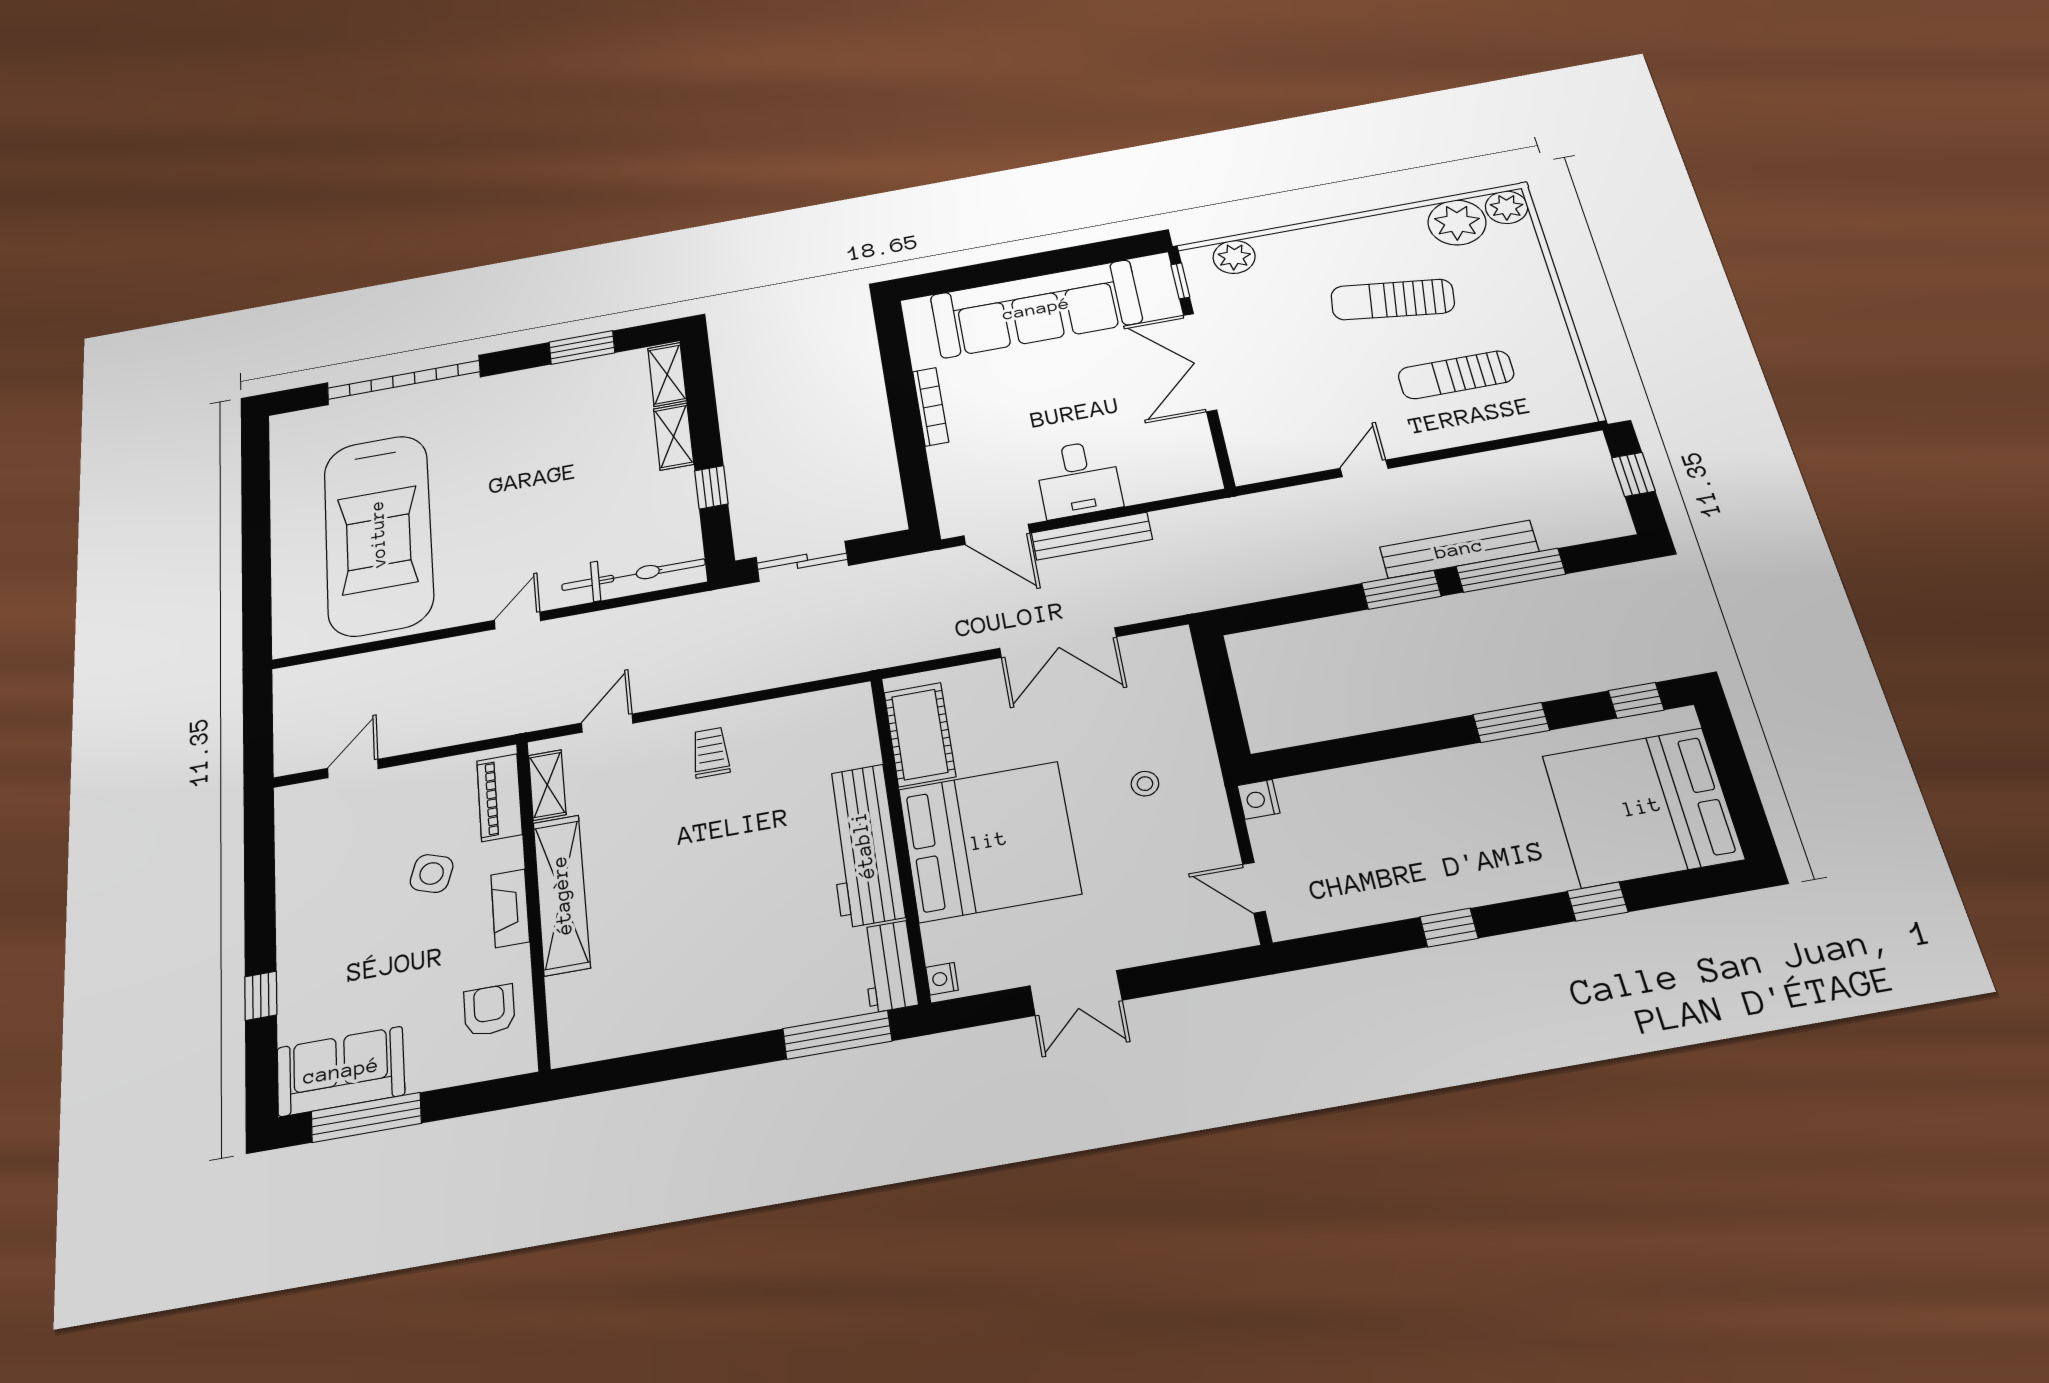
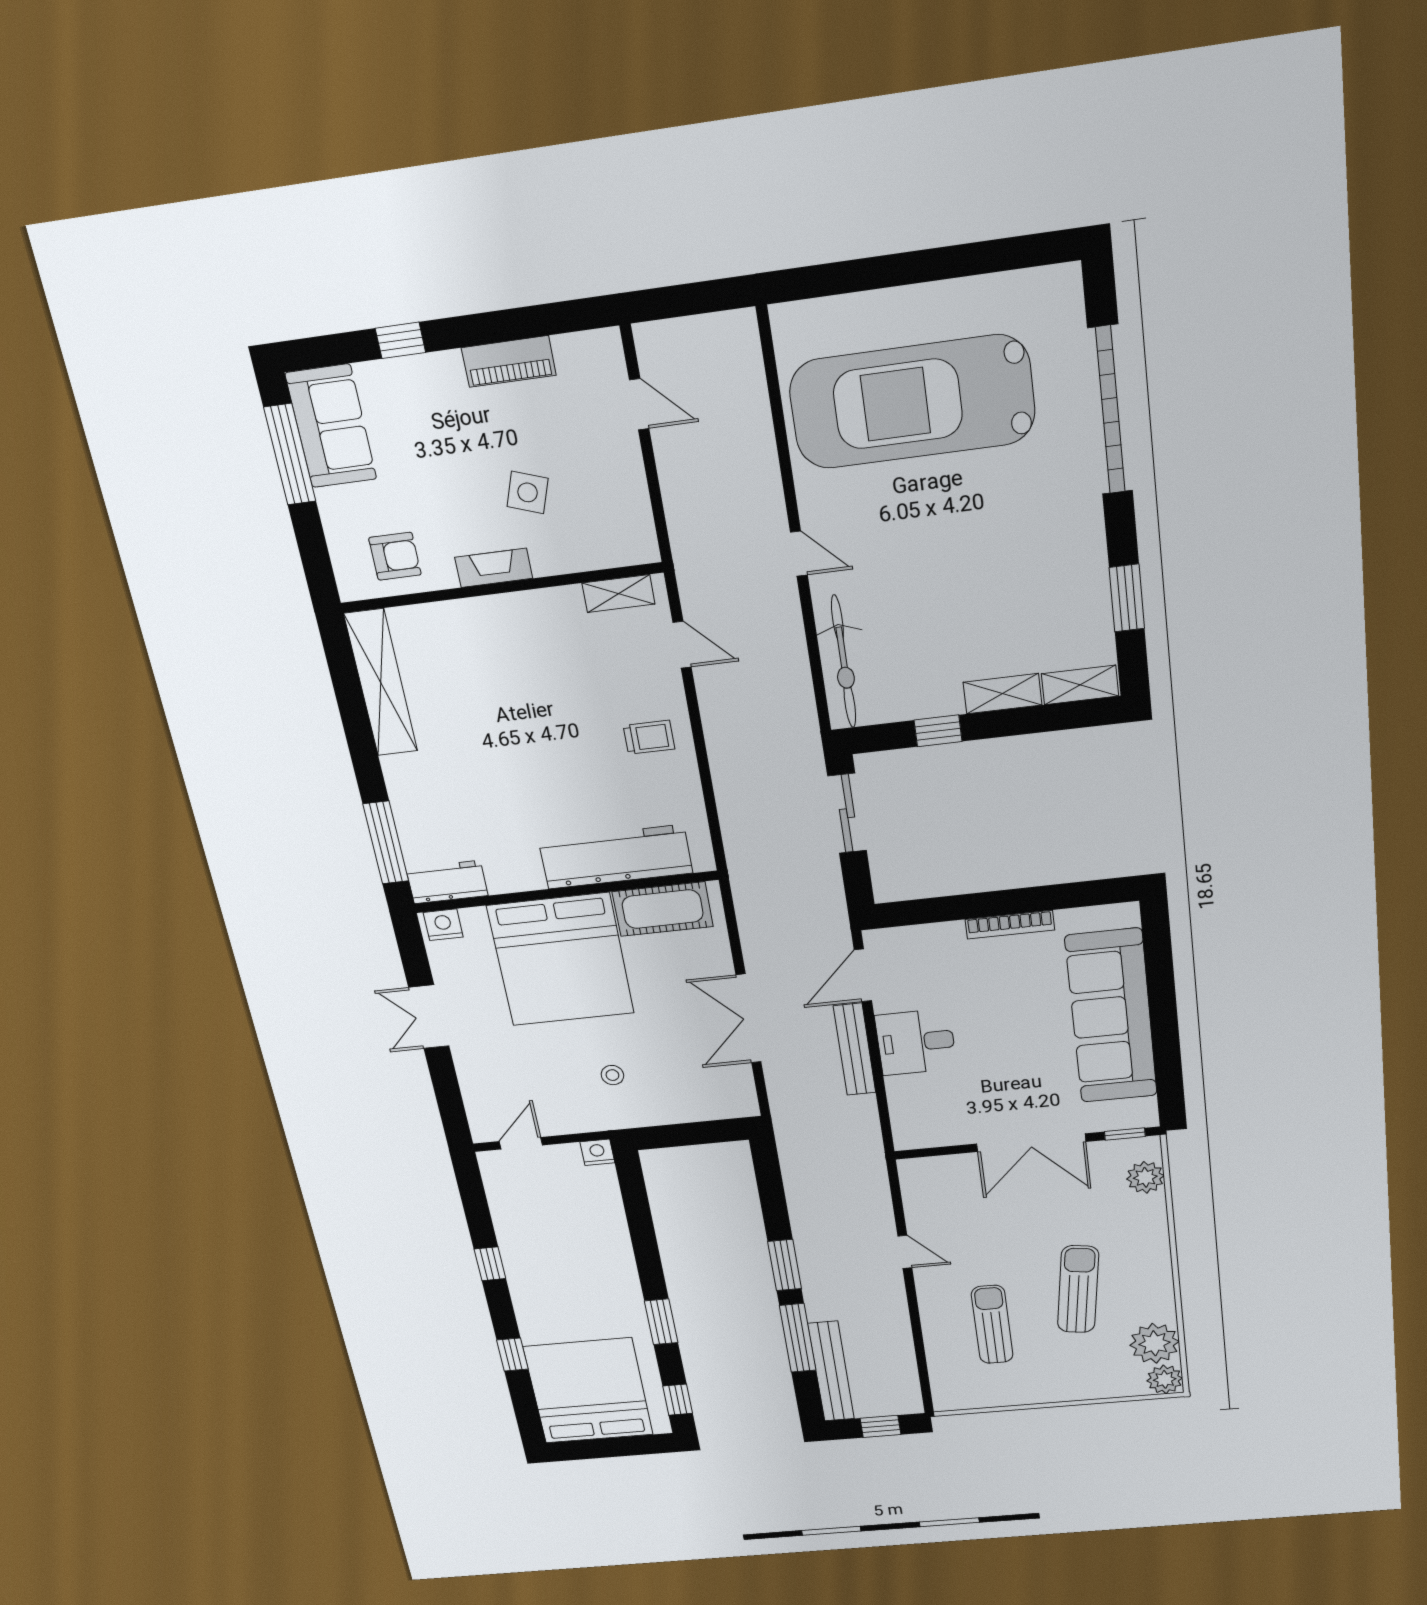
double door: (1200, 362) -> (1031, 1143), swing flipped
bench: (1459, 549) -> (831, 1371), moved
piano: (499, 798) -> (509, 361), moved, turned 180
workbench: (863, 845) -> (616, 857), moved
shelving: (562, 895) -> (381, 683), moved, turned 90
nightstand: (942, 979) -> (443, 925), width x1.39, depth x1.35

